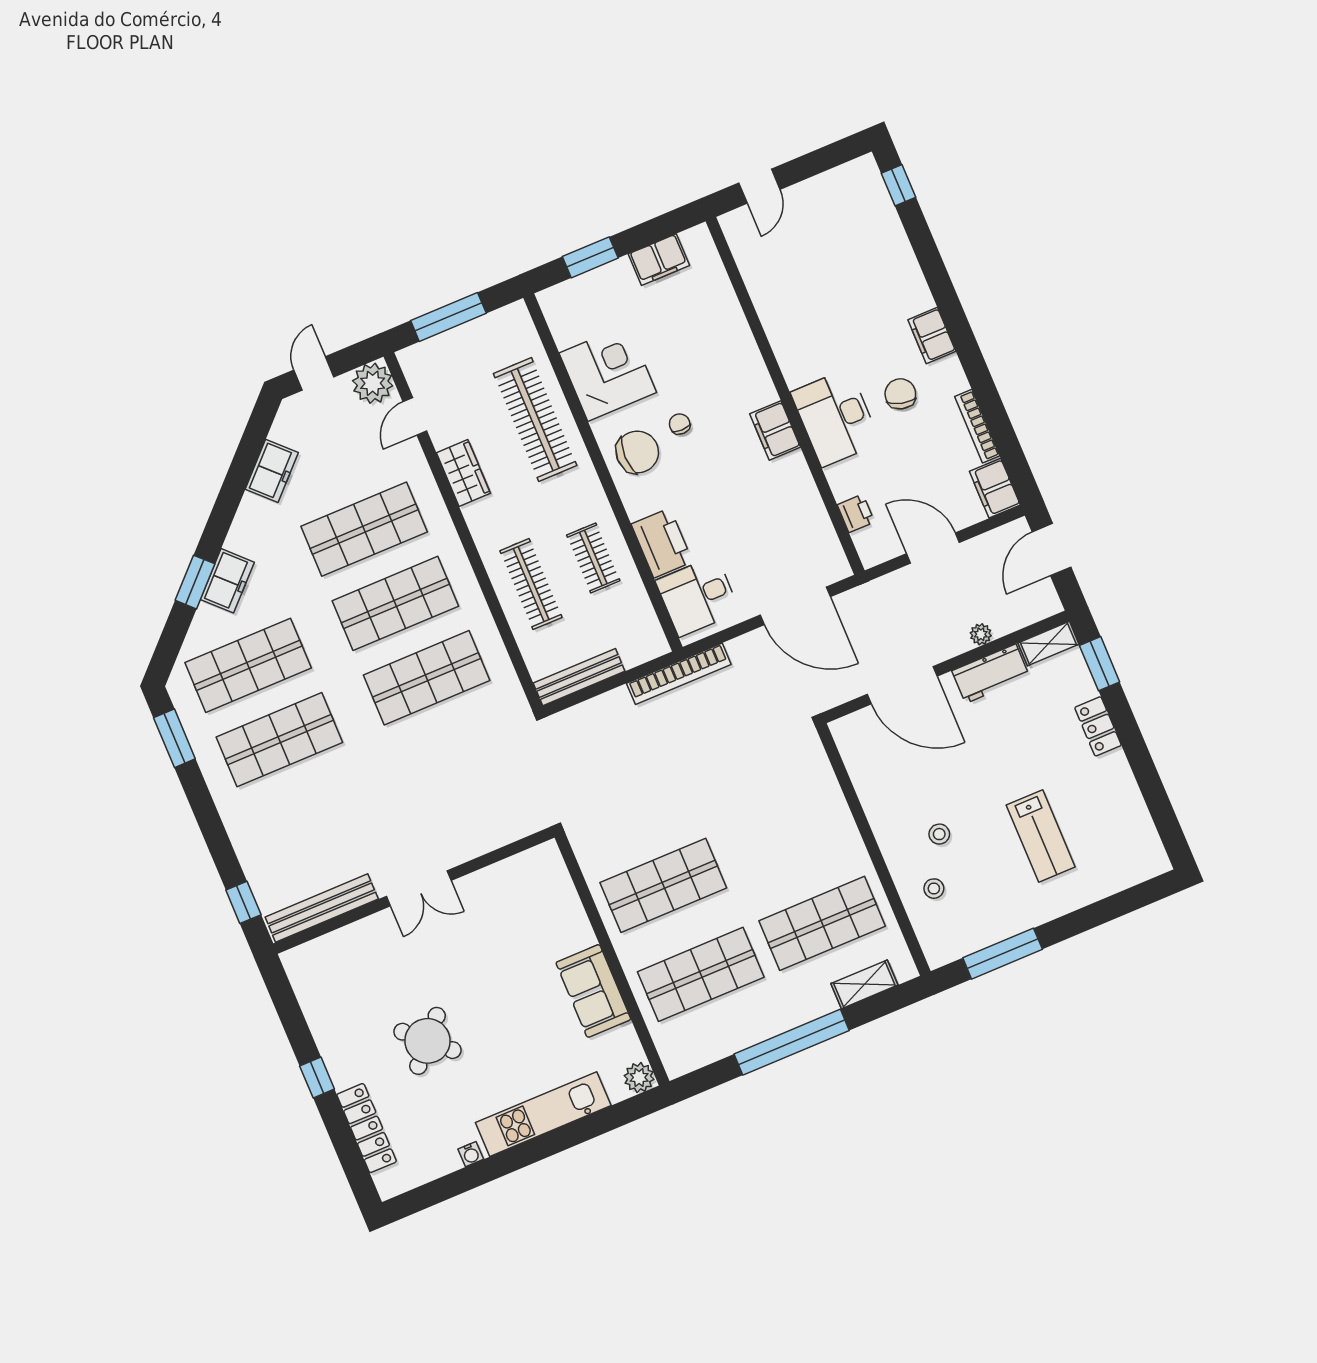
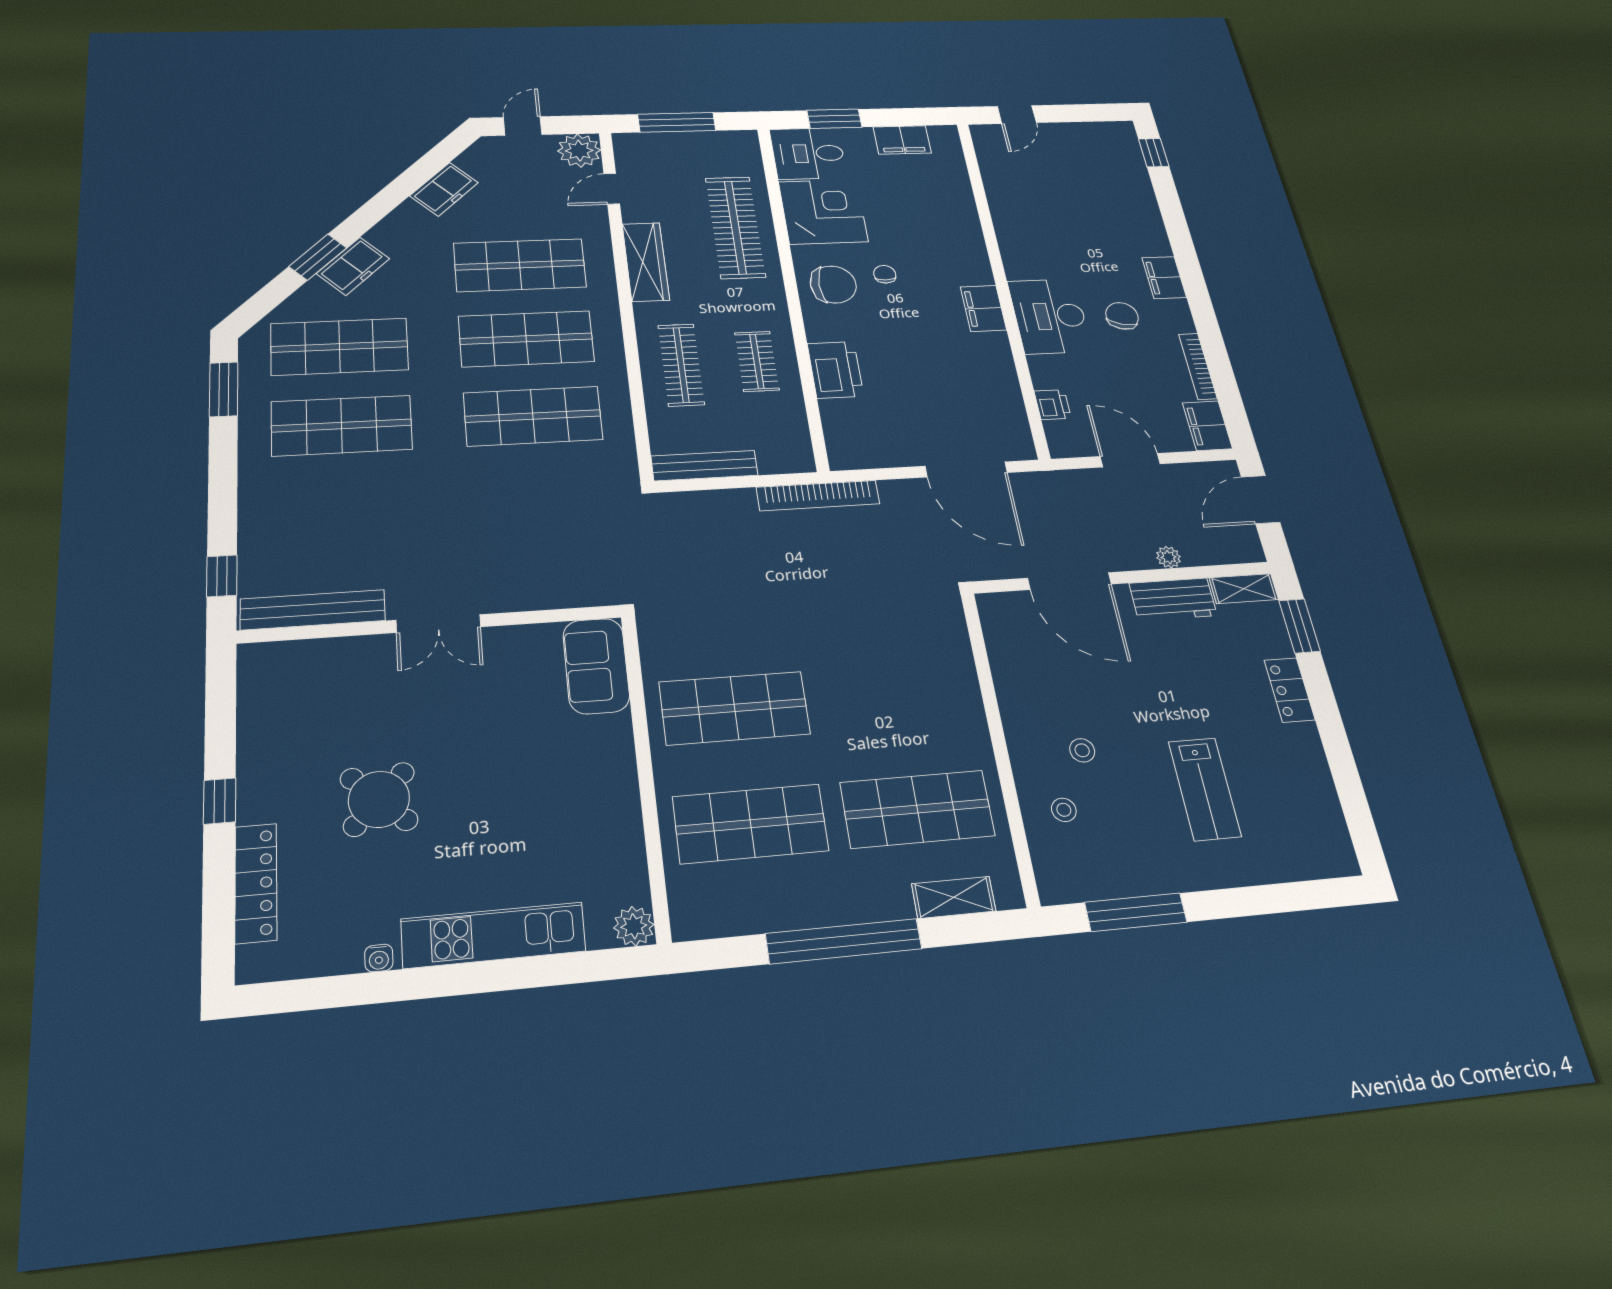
wardrobe: (463, 473) -> (646, 262), width x1.50
desk: (698, 596) -> (808, 153), moved
sofa: (593, 991) -> (596, 666), moved

